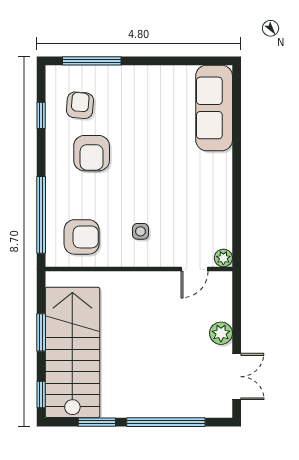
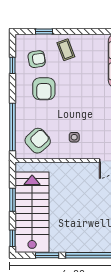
window: (92, 61) -> (44, 32), width x0.46
coffee table: (127, 90) -> (66, 50), added
armchair: (80, 105) -> (37, 59), turned 76
armchair: (82, 237) -> (38, 141), turned -42

